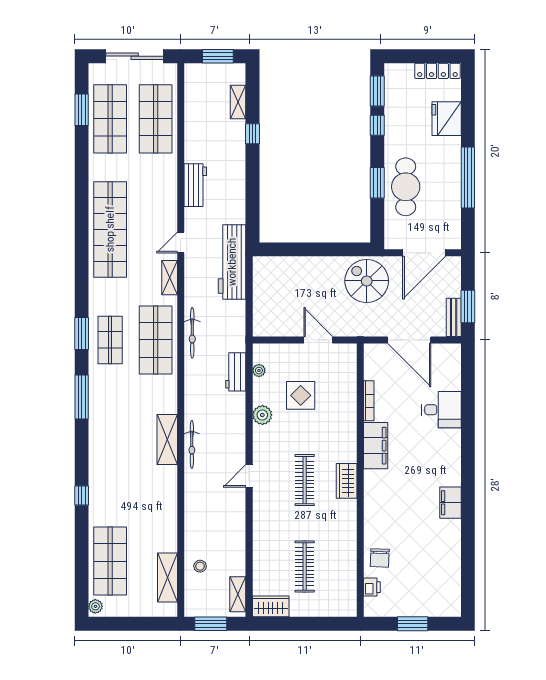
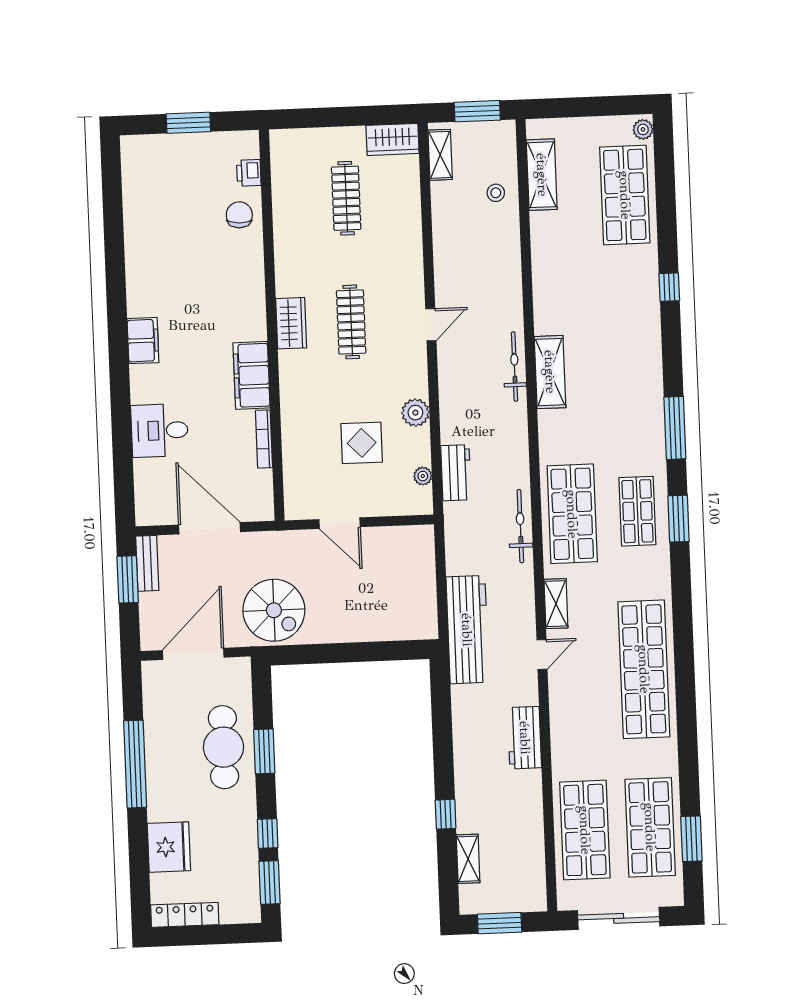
filing cabinet: (451, 503) -> (143, 341), moved

